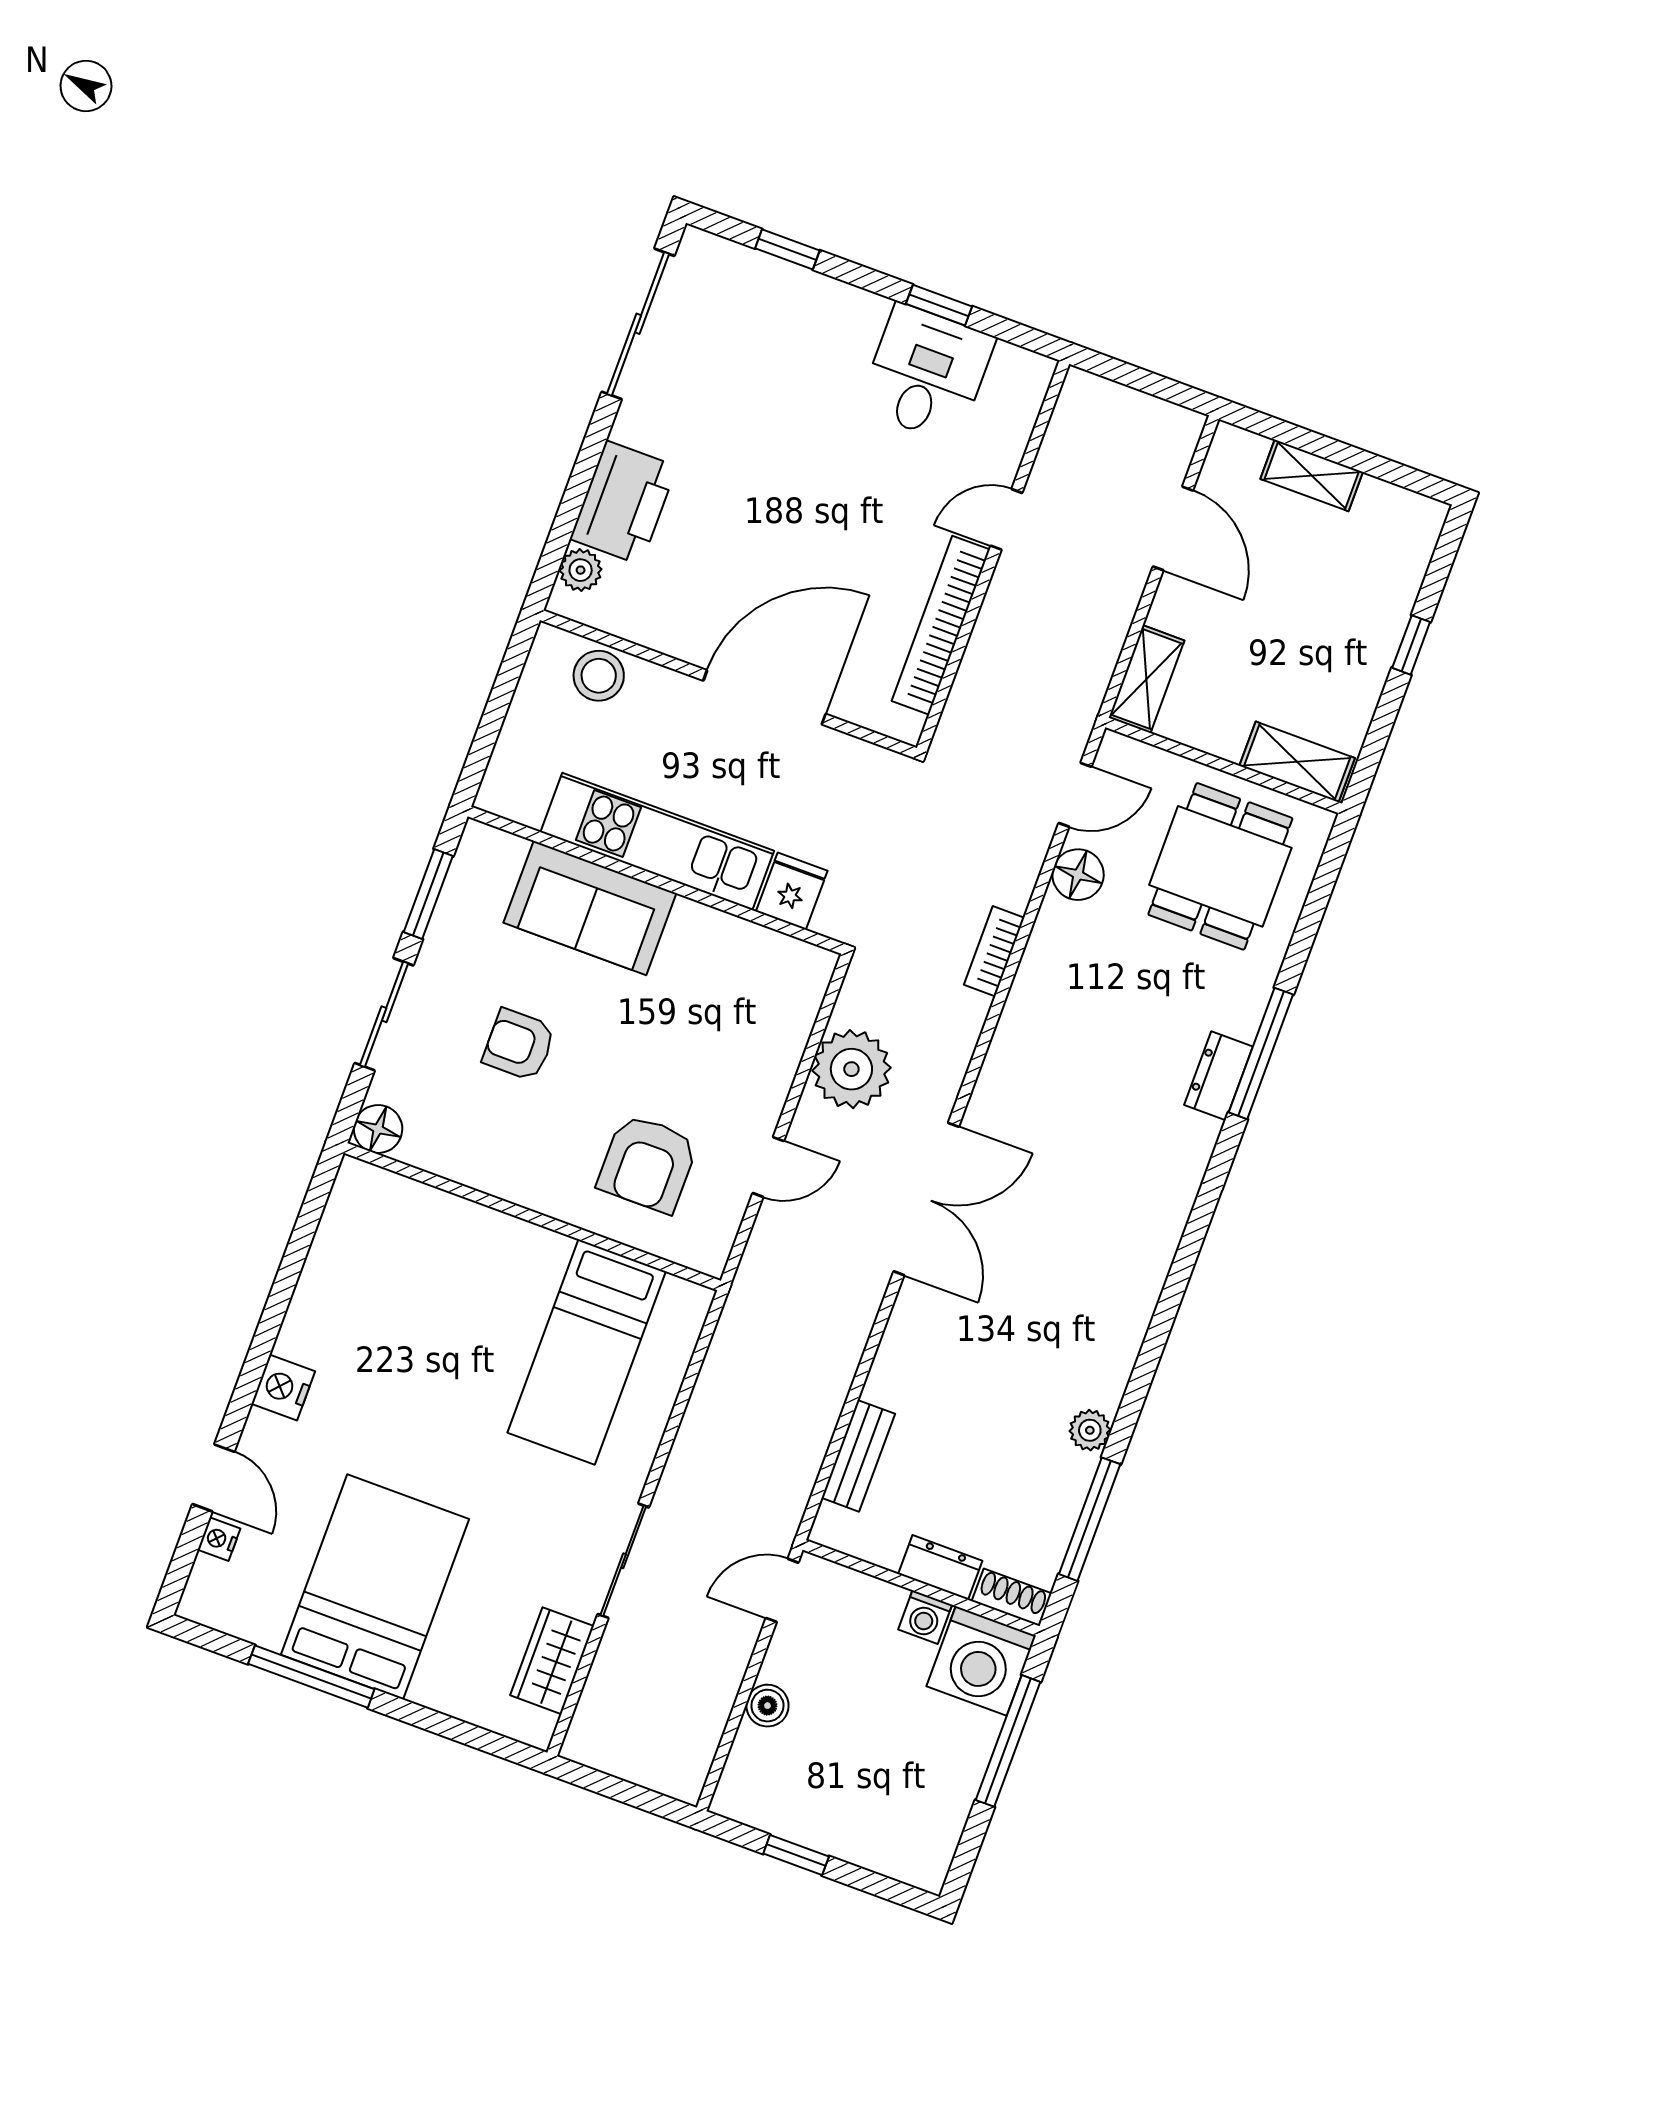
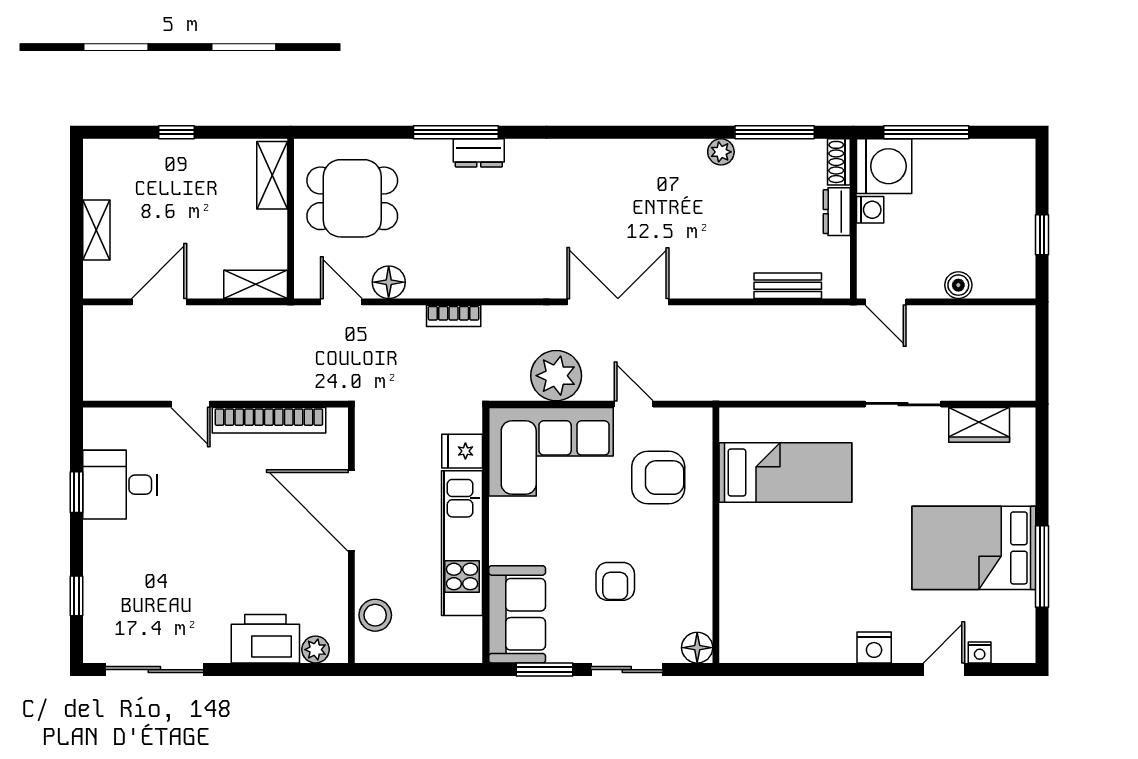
sofa: (590, 908) -> (517, 614), moved
corner sofa: (743, 1021) -> (551, 452), added

